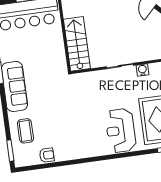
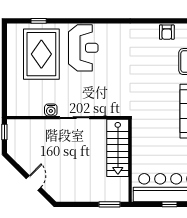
armchair: (47, 155) -> (167, 32), turned -90

